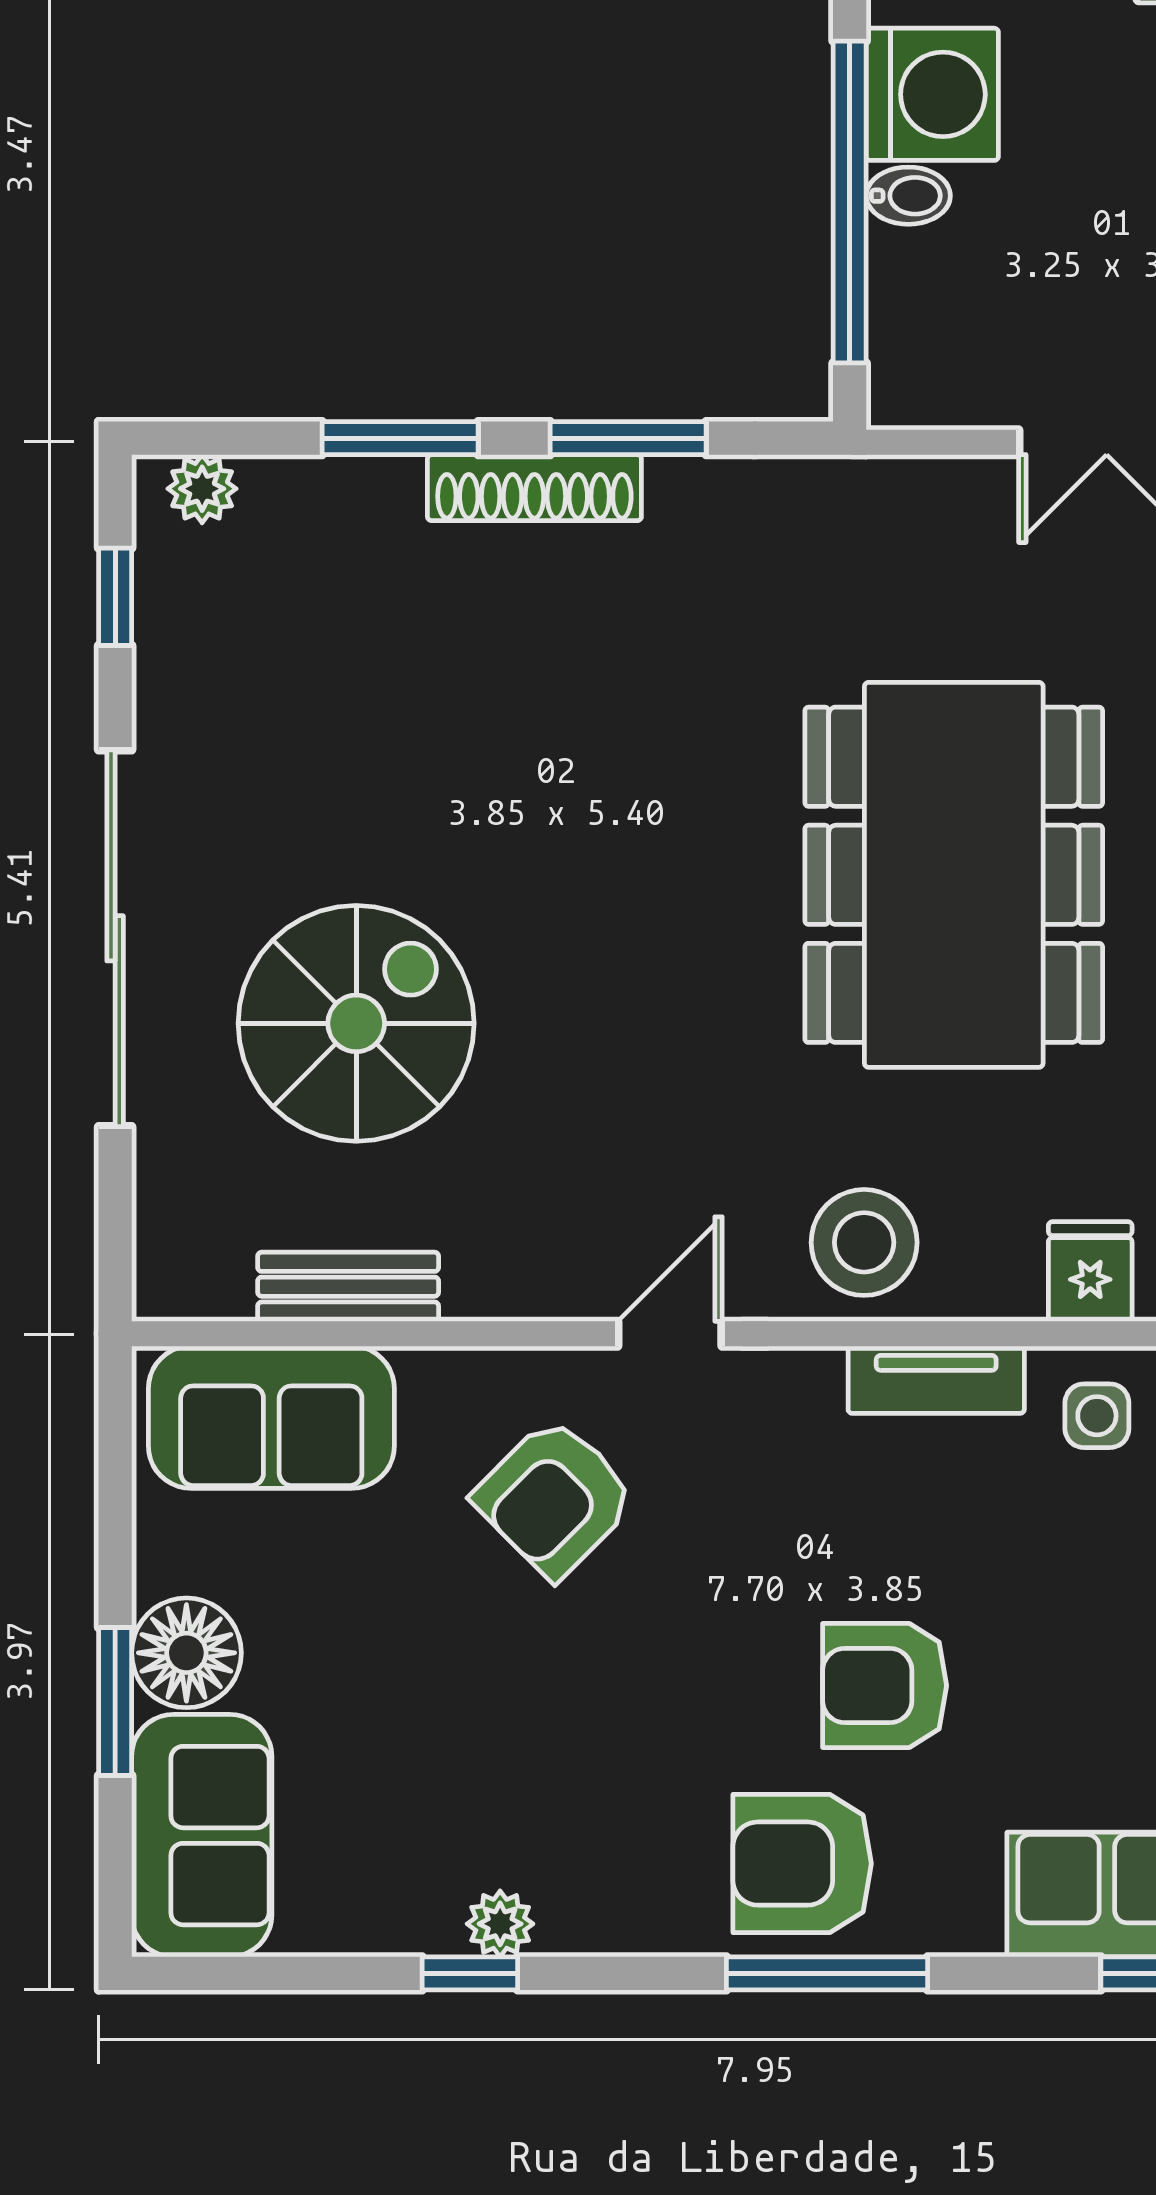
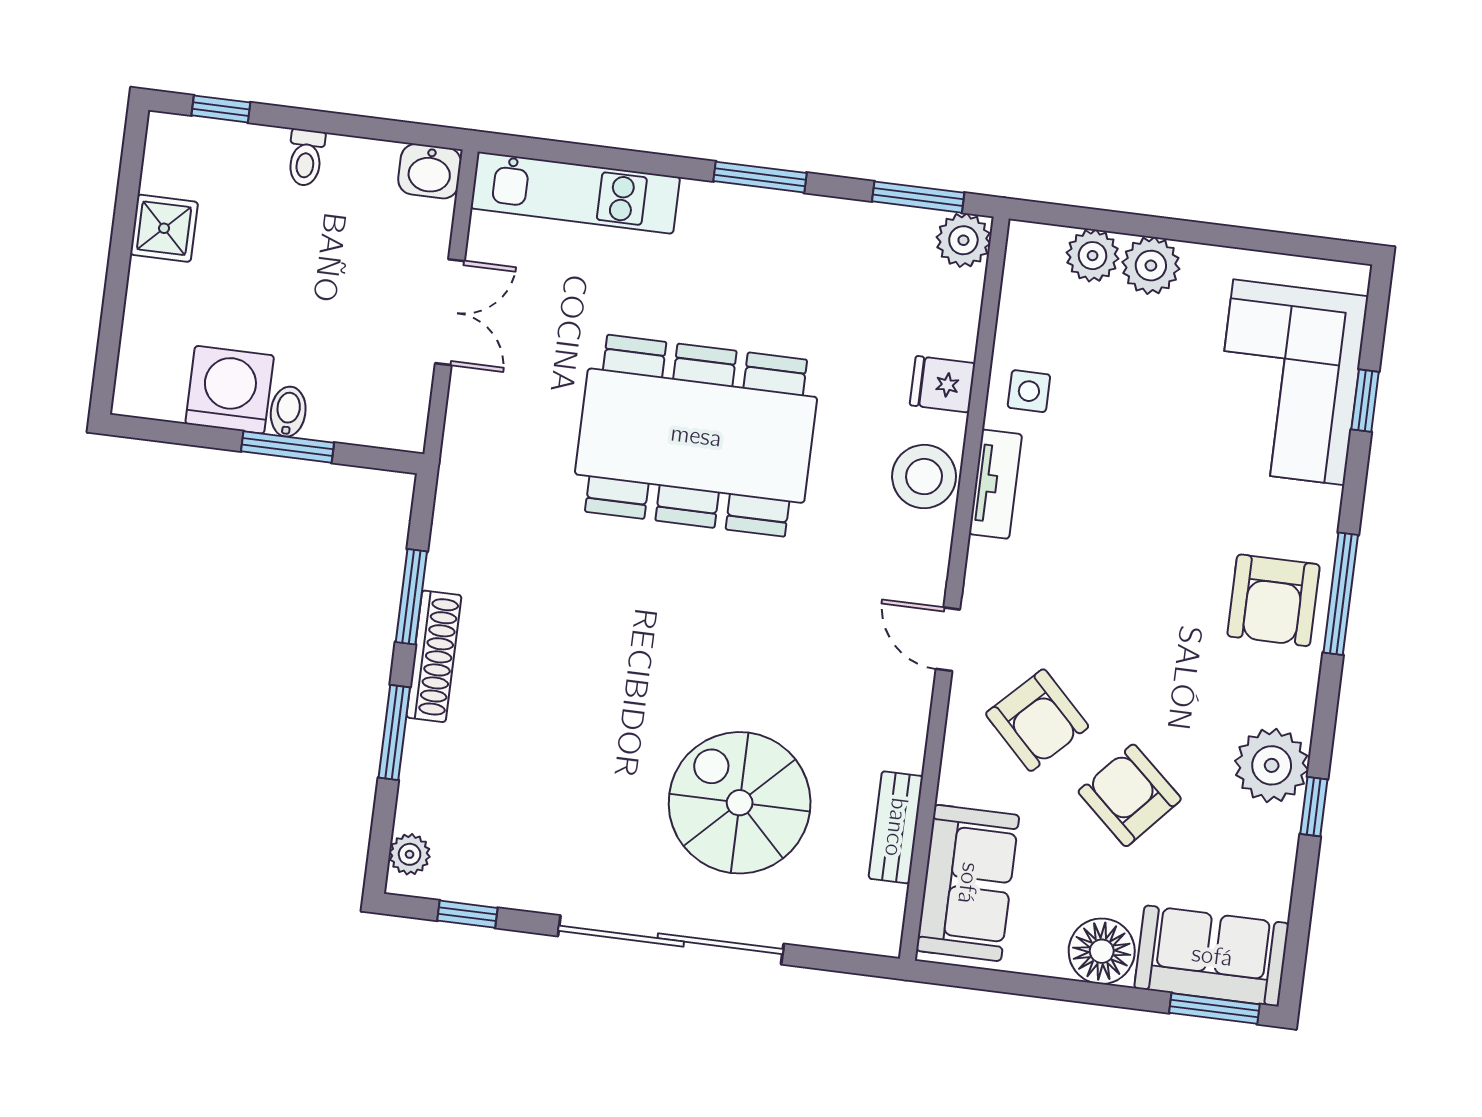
window: (850, 202) -> (288, 447), width x0.47
stool: (864, 1242) -> (924, 477), moved
armchair: (885, 1686) -> (1130, 795), moved, turned 132
window: (115, 1701) -> (1214, 1009), moved
plant: (500, 1924) -> (1272, 765), width x1.88, depth x1.88

